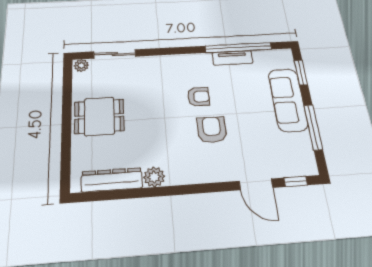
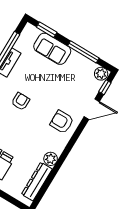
sofa: (288, 100) -> (52, 49), width x0.73
armchair: (212, 130) -> (62, 122), moved
plant: (307, 165) -> (101, 74), added

